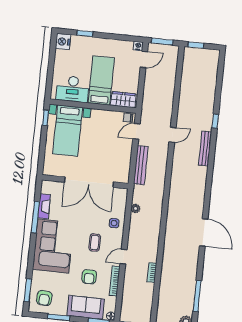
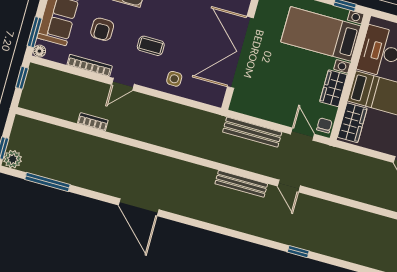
wardrobe: (102, 116) -> (333, 88), added
bench: (205, 149) -> (241, 184), moved
plant: (135, 209) -> (190, 114), removed
door: (204, 232) -> (139, 207), hinge flipped
door: (123, 257) -> (123, 84), swing flipped
armchair: (89, 277) -> (102, 29), turned -90

